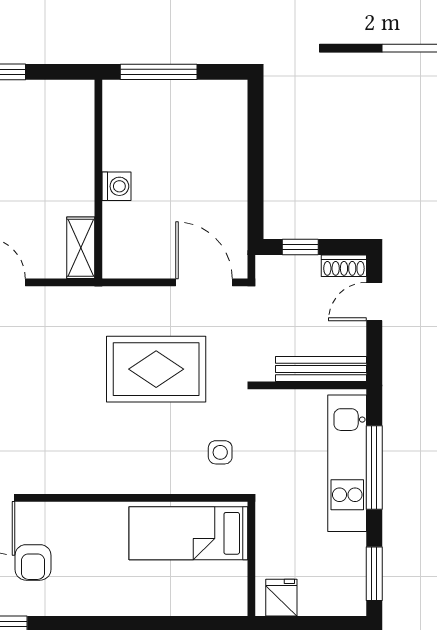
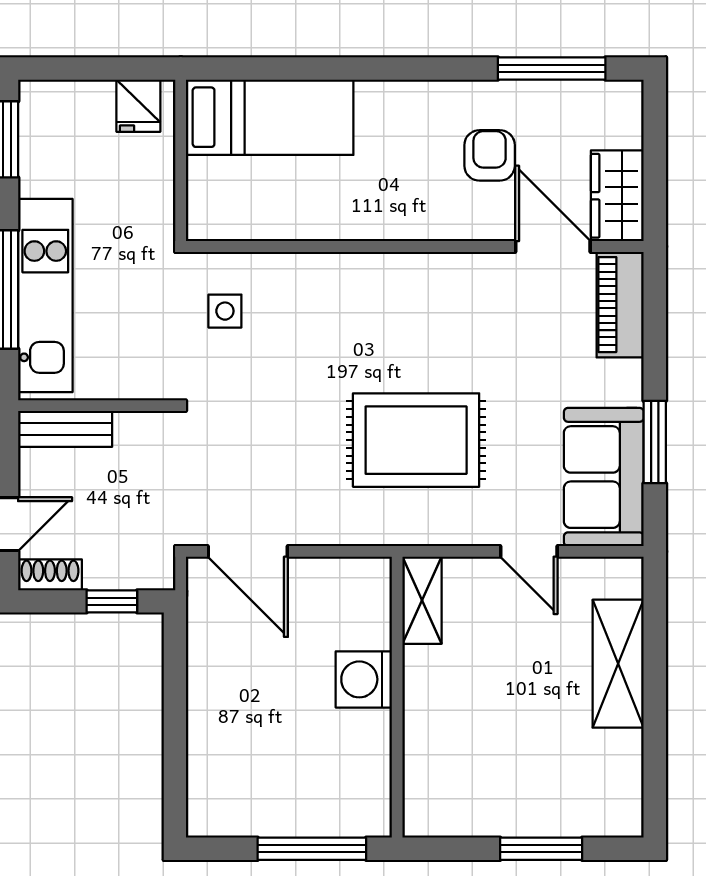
washing machine: (117, 186) -> (364, 679), width x1.38, depth x1.38
rug: (156, 369) -> (416, 440), moved
bench: (321, 369) -> (65, 429), width x0.73
bed: (188, 533) -> (270, 117), moved

